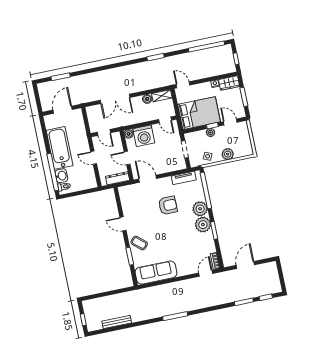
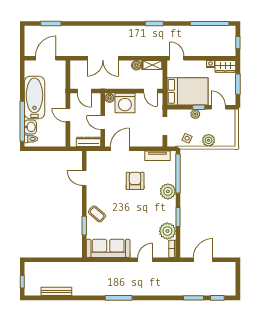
door: (148, 179) -> (120, 149), hinge flipped
armchair: (168, 205) -> (135, 181), turned -90
door: (123, 224) -> (84, 178), moved
plant: (203, 225) -> (167, 231), moved
door: (206, 273) -> (145, 260), moved

